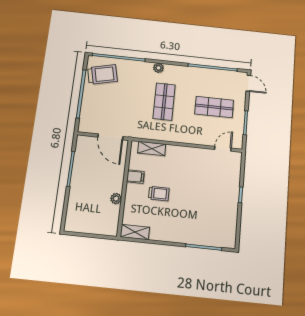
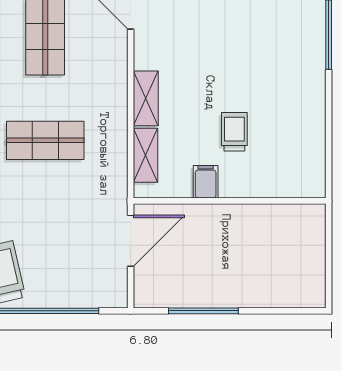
plant: (116, 199) -> (253, 215), removed
shelving: (135, 232) -> (146, 98), moved

